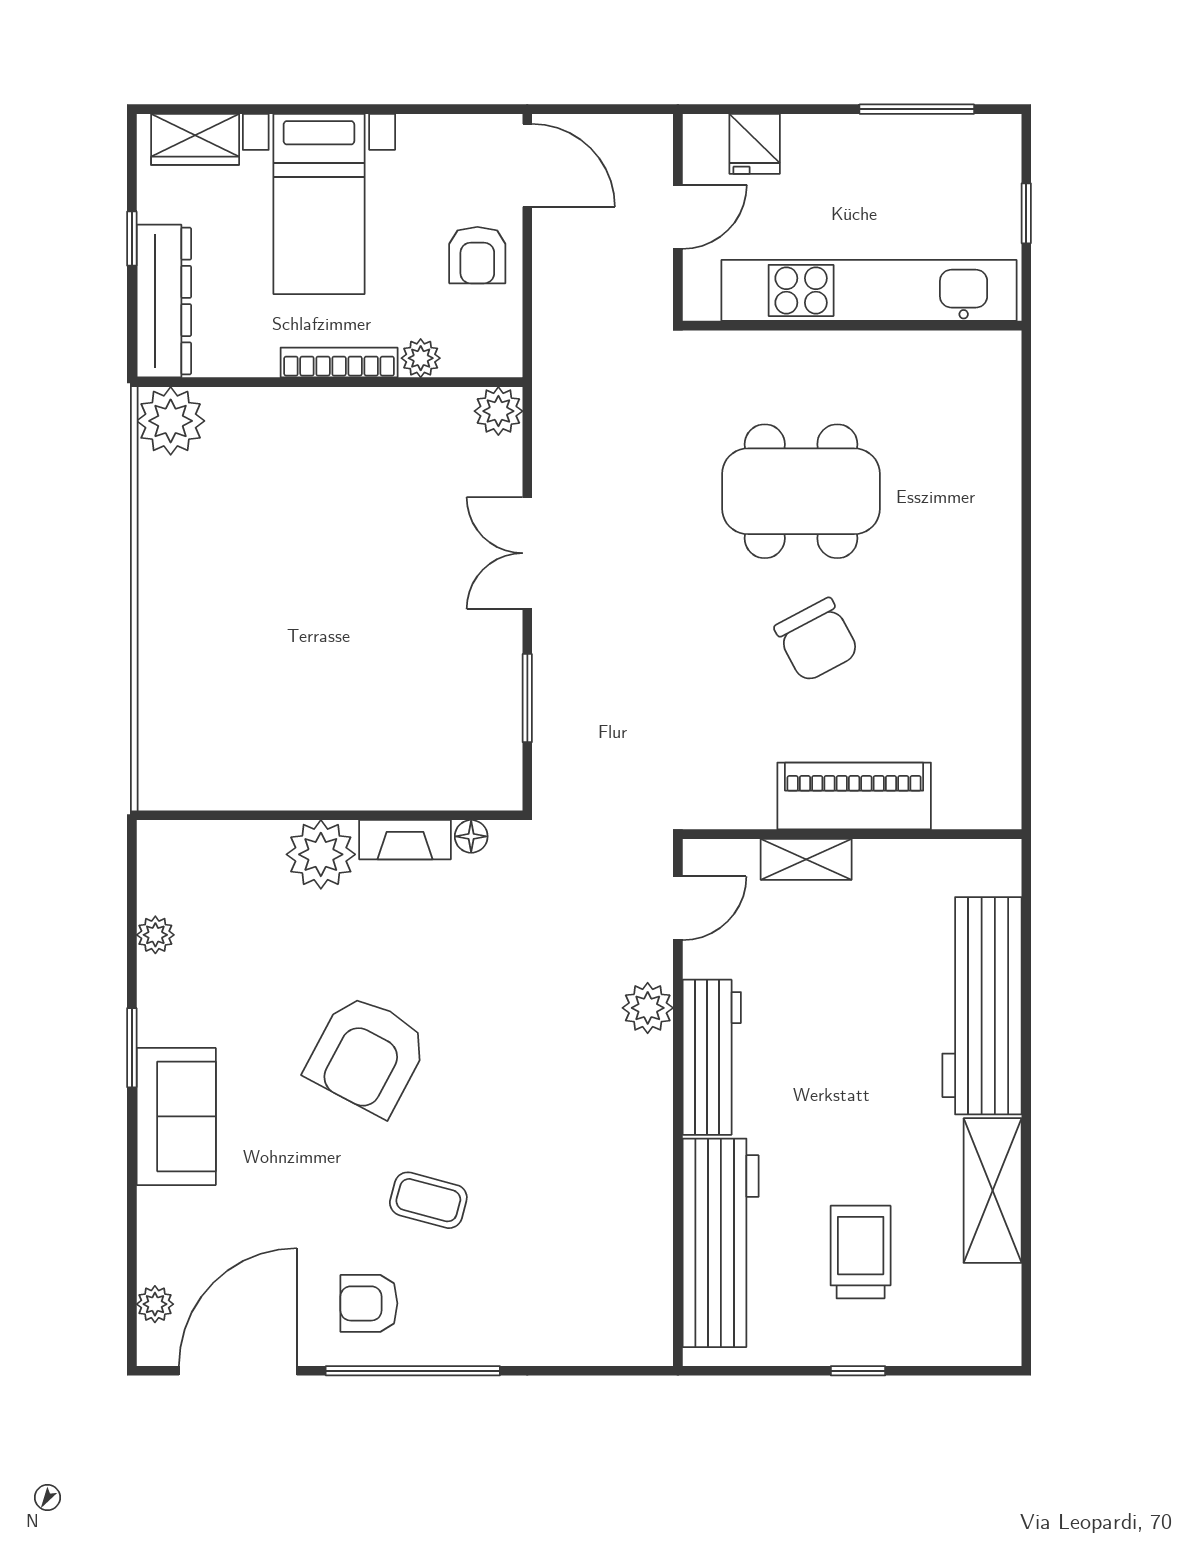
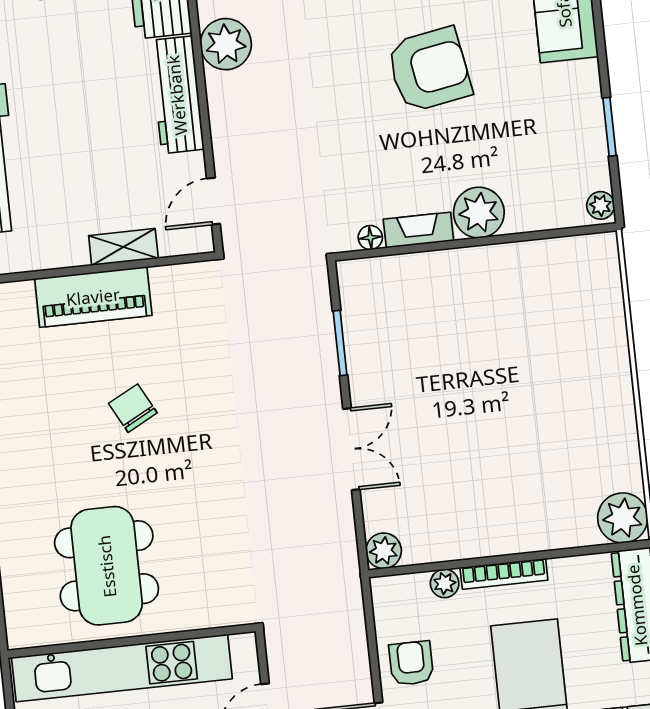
dining table: (801, 491) -> (107, 566), moved, turned 90
chair: (817, 640) -> (133, 408), width x0.73, depth x0.73
plant: (155, 935) -> (601, 205), moved
plant: (648, 1008) -> (226, 44), moved, width x1.36, depth x1.36
window: (132, 1048) -> (609, 127), moved
armchair: (367, 1055) -> (429, 70), turned 52

